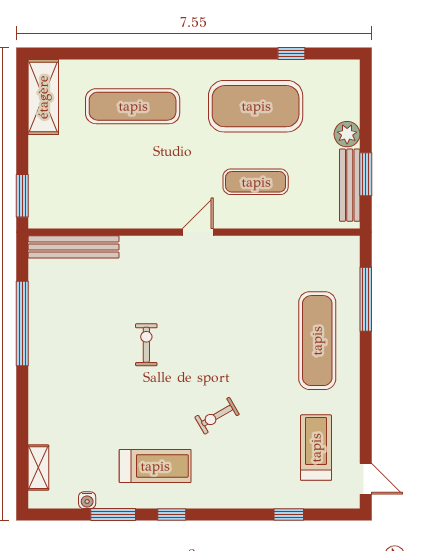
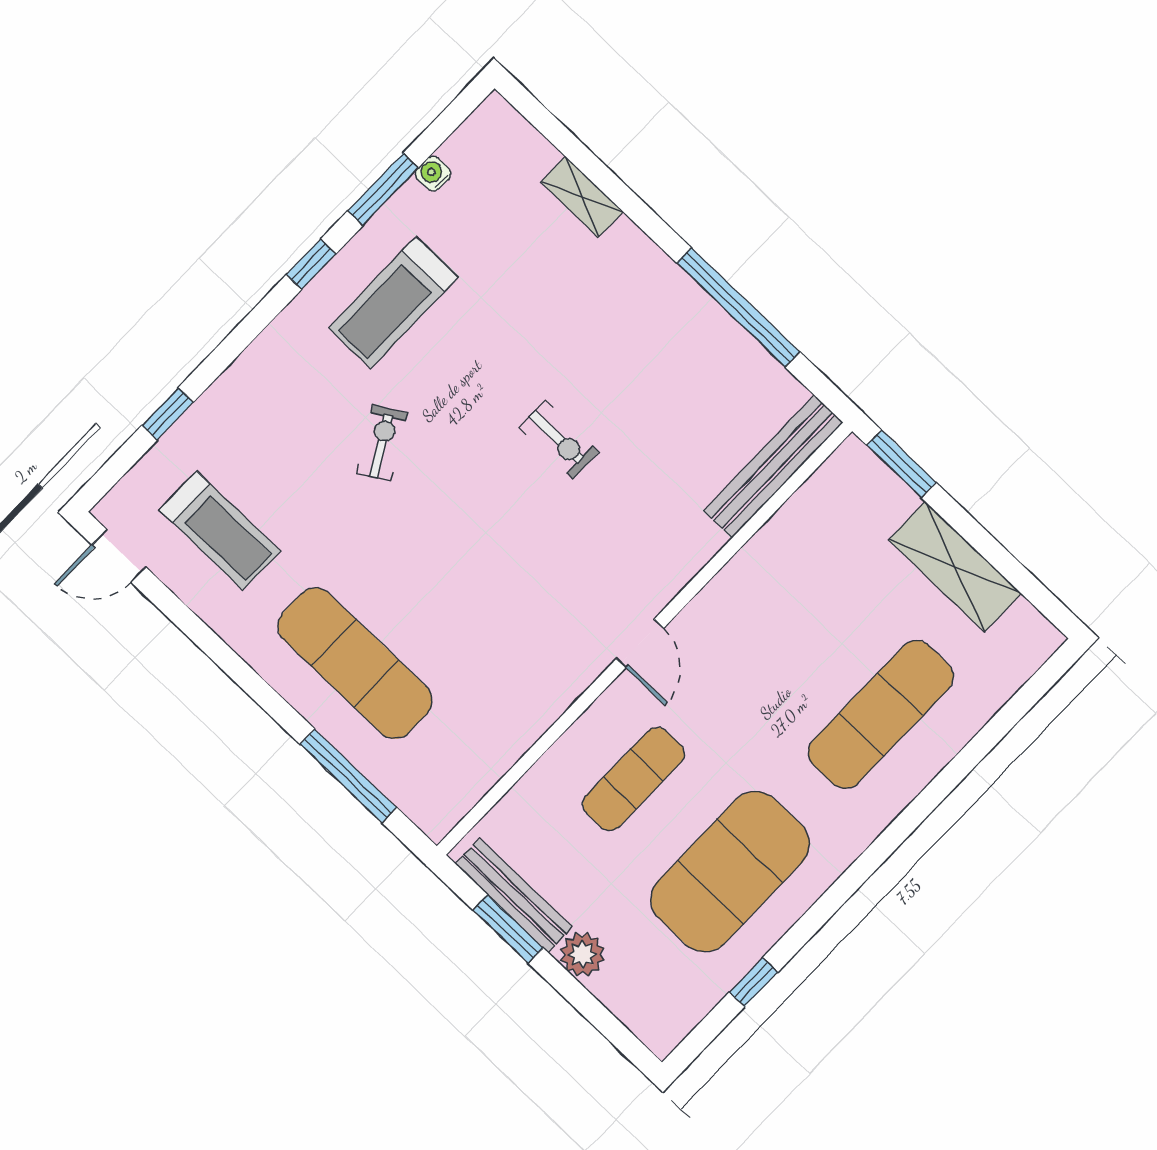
shelving: (43, 97) -> (955, 567), moved
shelving: (38, 468) -> (582, 197), moved

